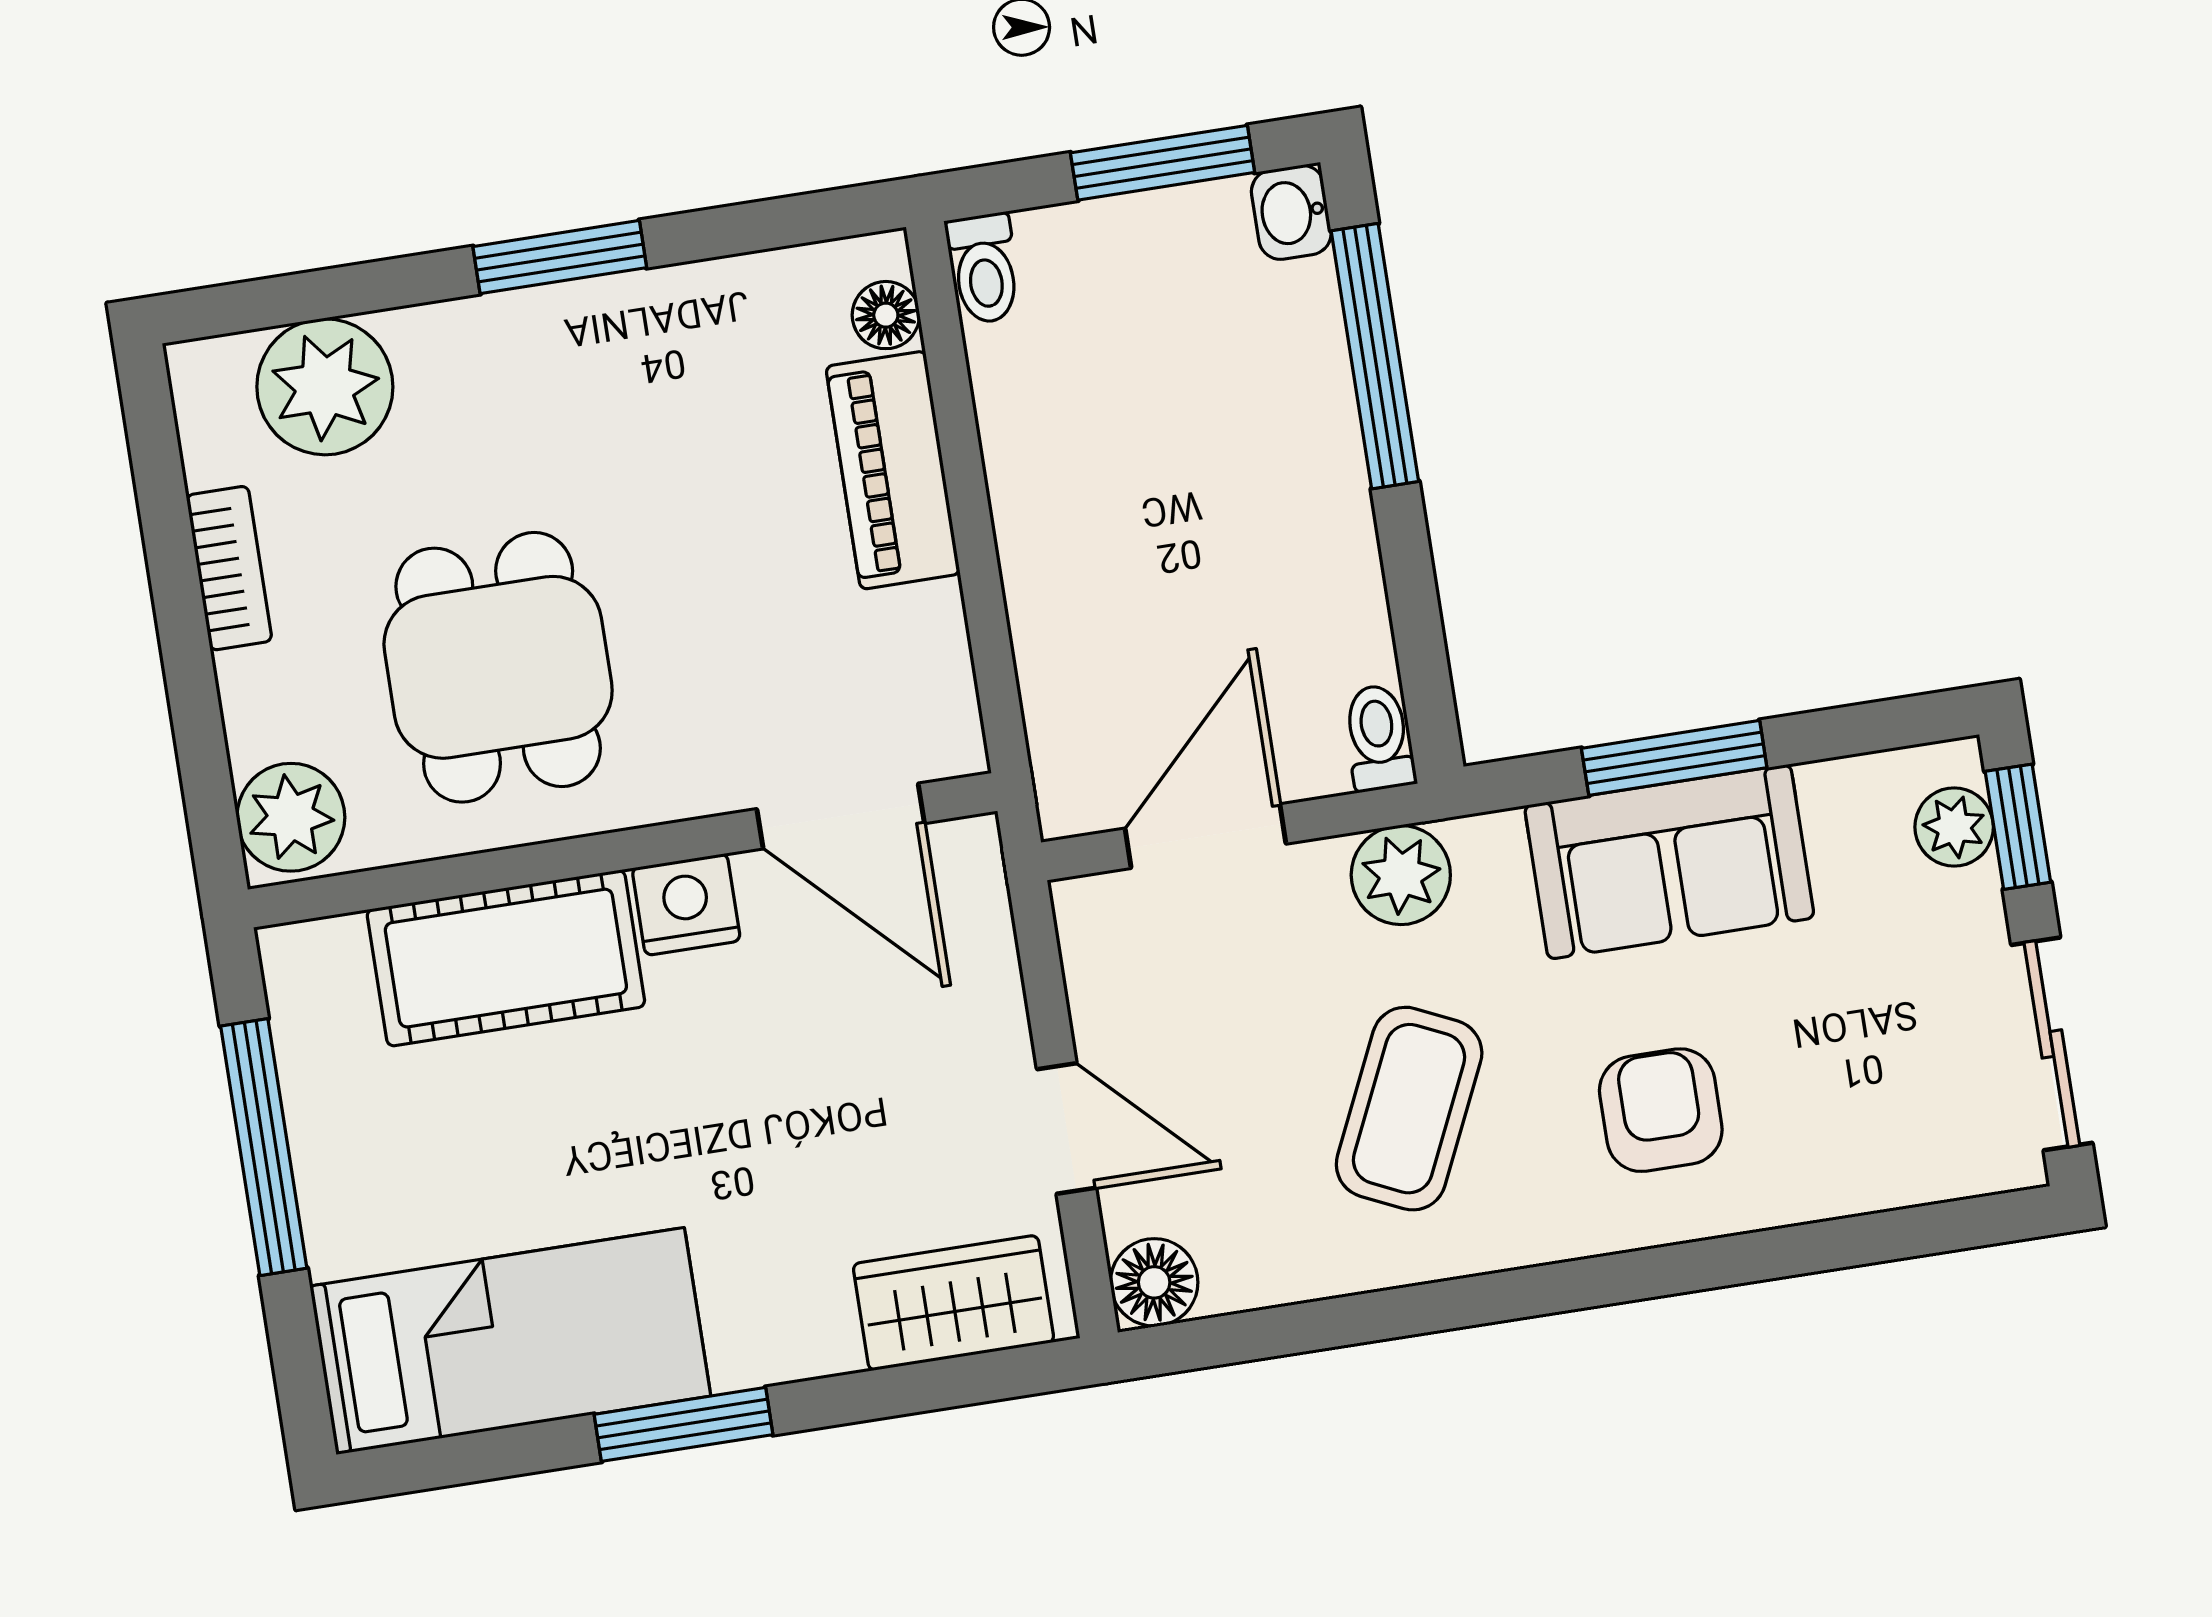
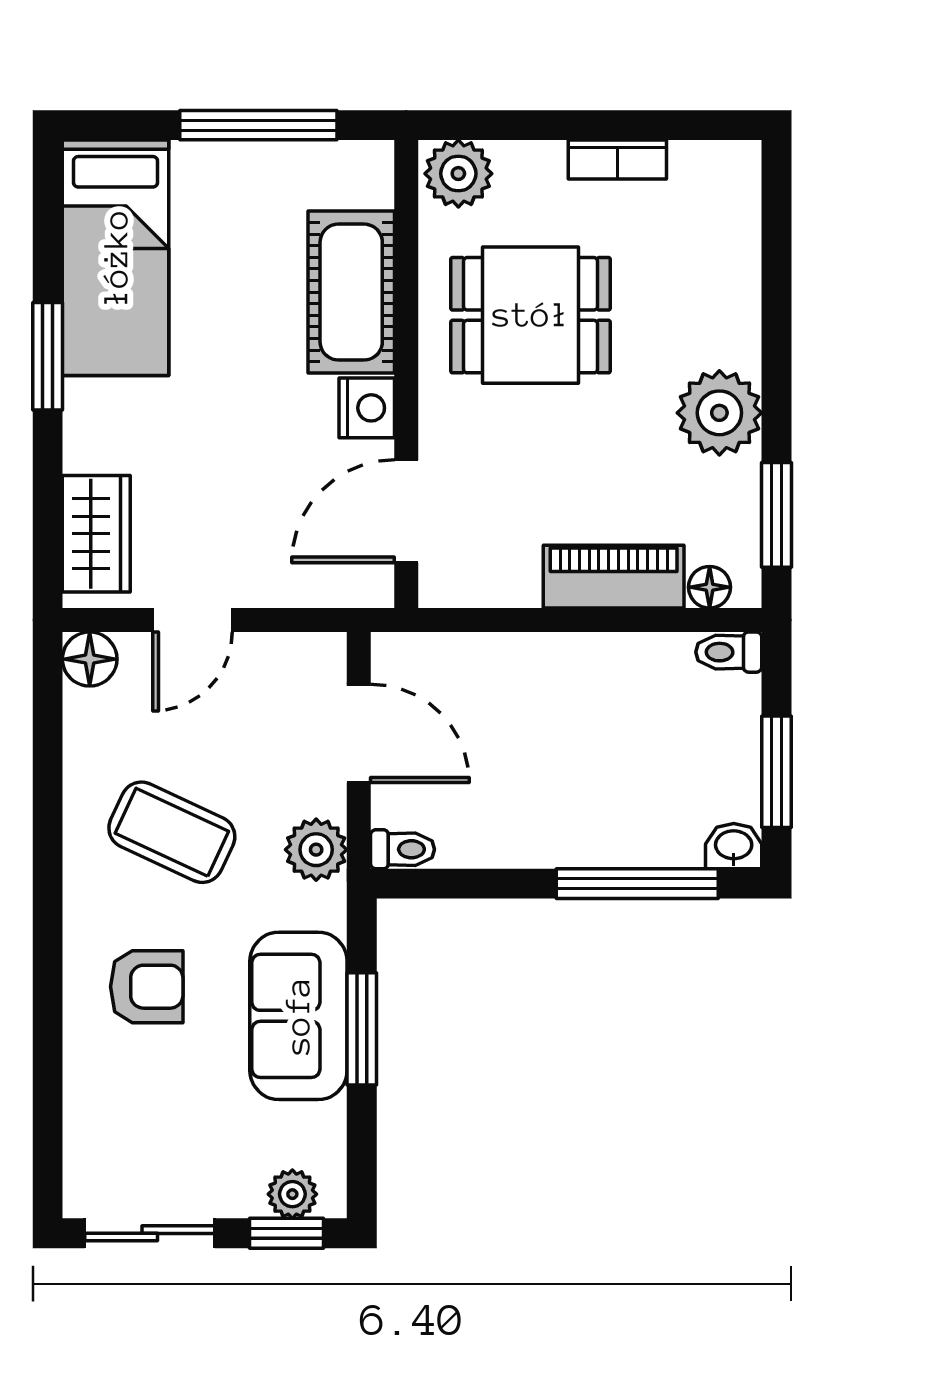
window: (560, 257) -> (777, 515), moved
plant: (325, 387) -> (719, 413), moved

